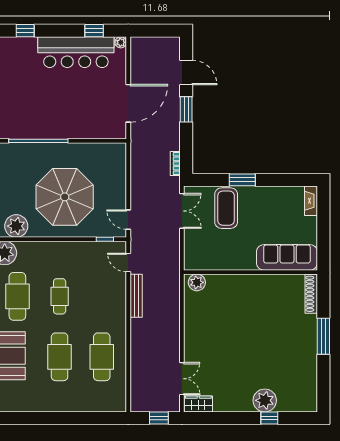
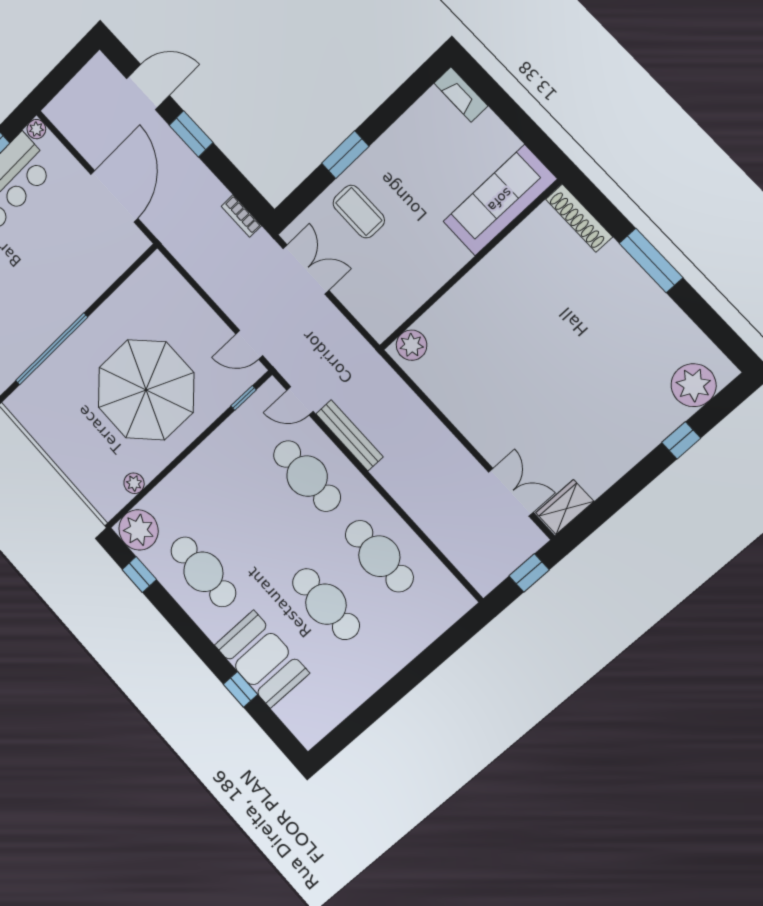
coffee table: (226, 208) -> (359, 212), width x0.73, depth x0.76
plant: (16, 226) -> (134, 483), width x0.53, depth x0.53
cafe table: (60, 296) -> (307, 476), moved, width x1.37, depth x1.35
plant: (265, 400) -> (694, 385), moved

